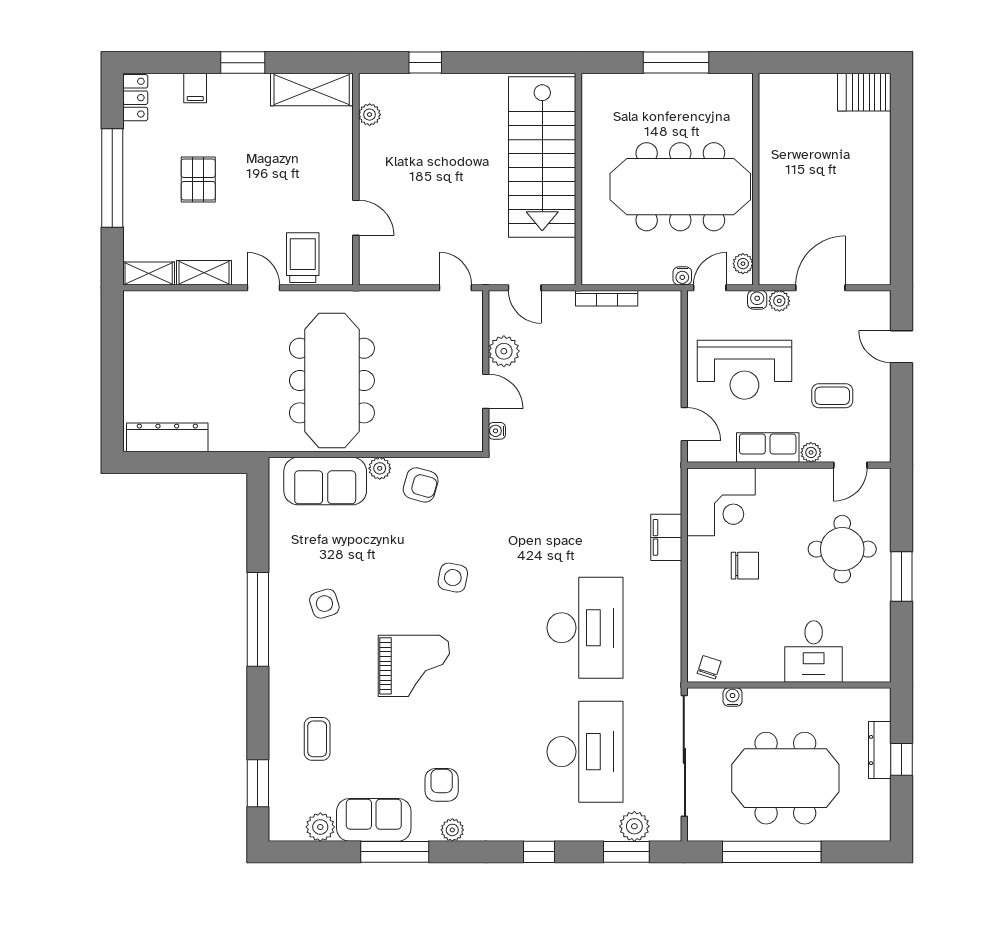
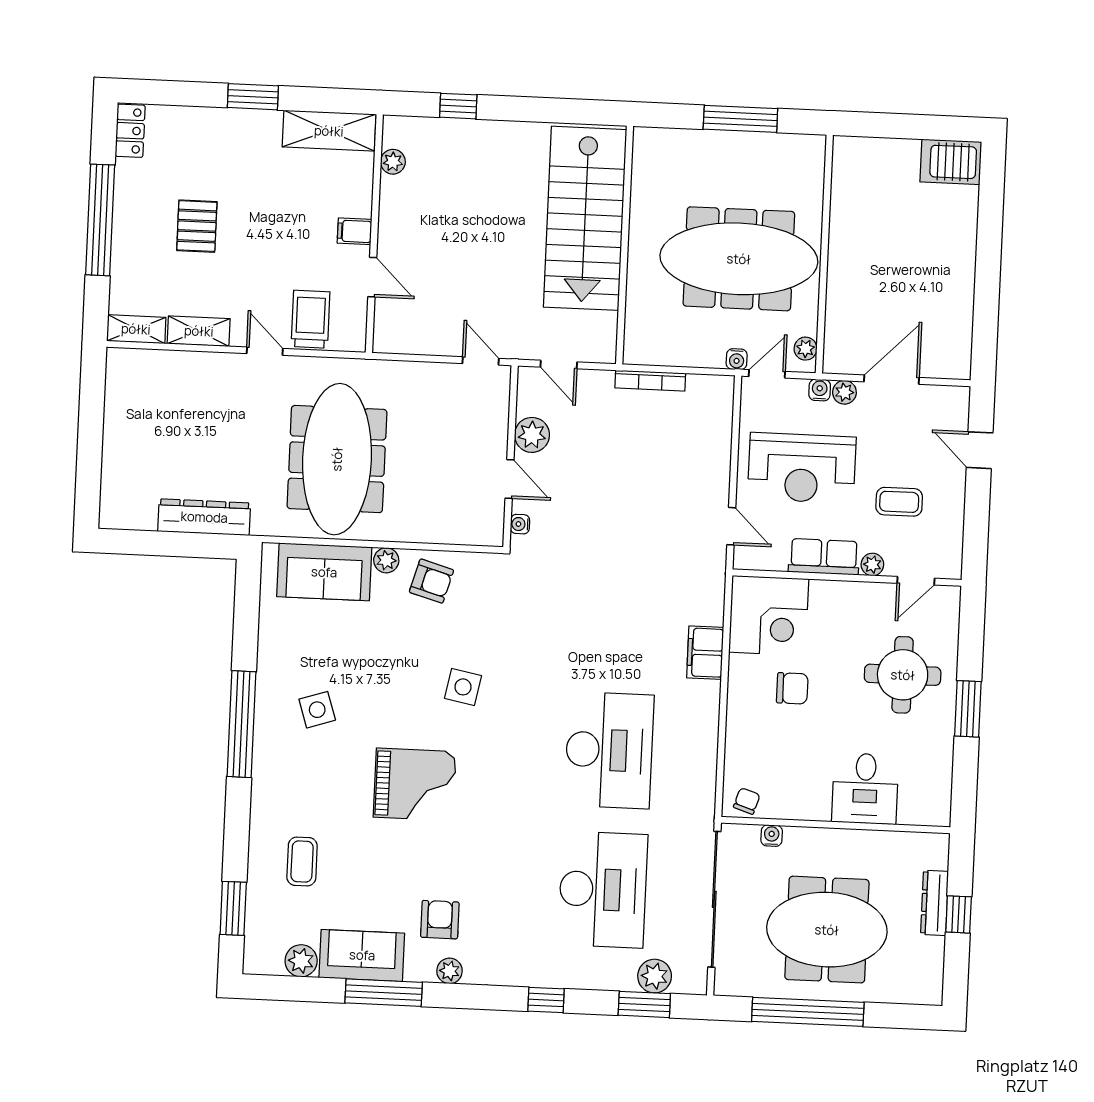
filing cabinet: (195, 88) -> (355, 231), moved, turned 90
dresser: (167, 437) -> (204, 517), moved

